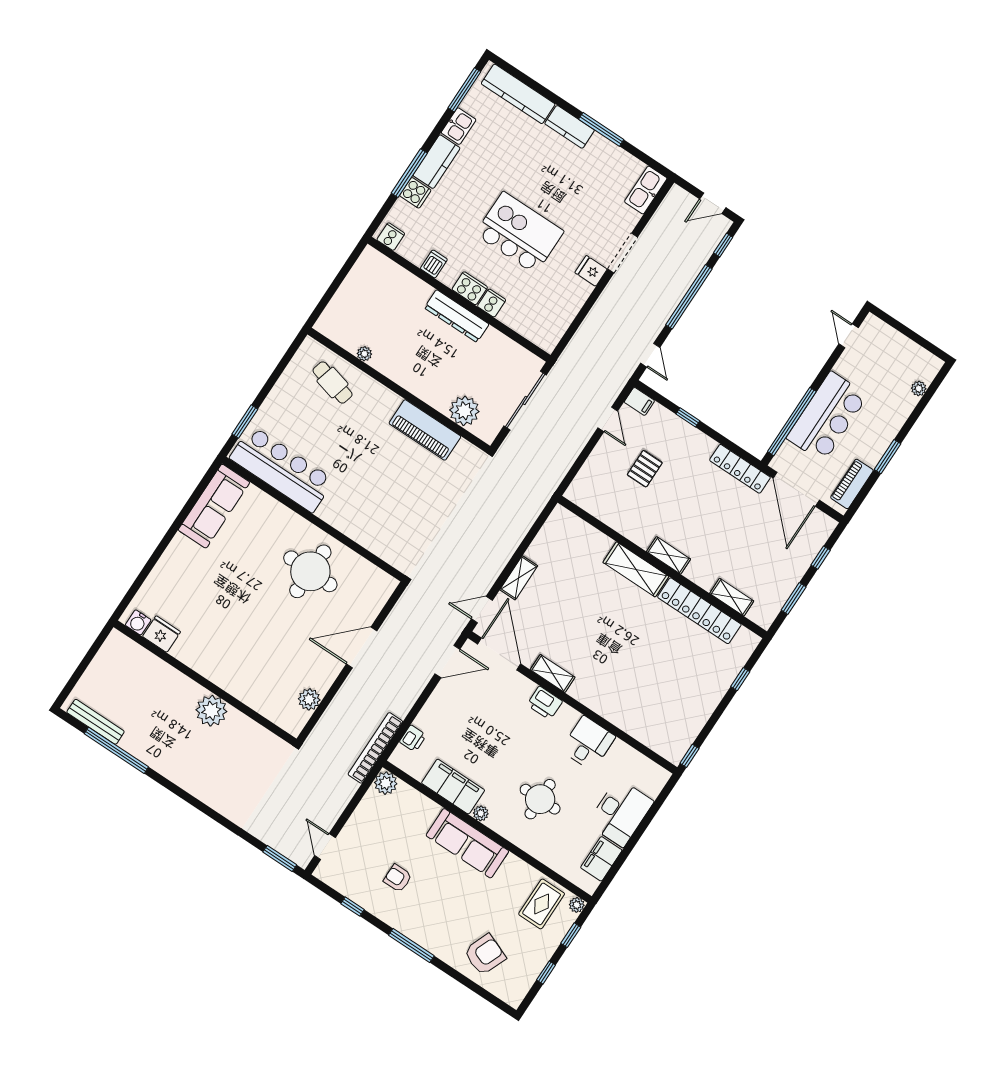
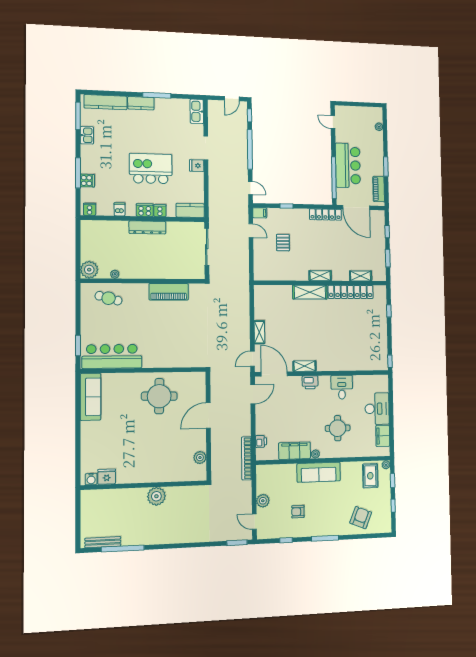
kitchen counter: (436, 162) -> (190, 210), moved, turned -90
plant: (464, 411) -> (89, 270), moved
plant: (386, 783) -> (263, 501), moved

